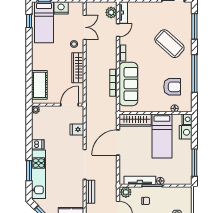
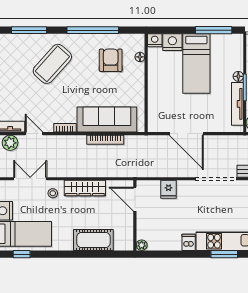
cot: (39, 85) -> (93, 240), moved
wardrobe: (135, 120) -> (156, 110), removed
bed: (162, 136) -> (196, 64), moved, turned 90

